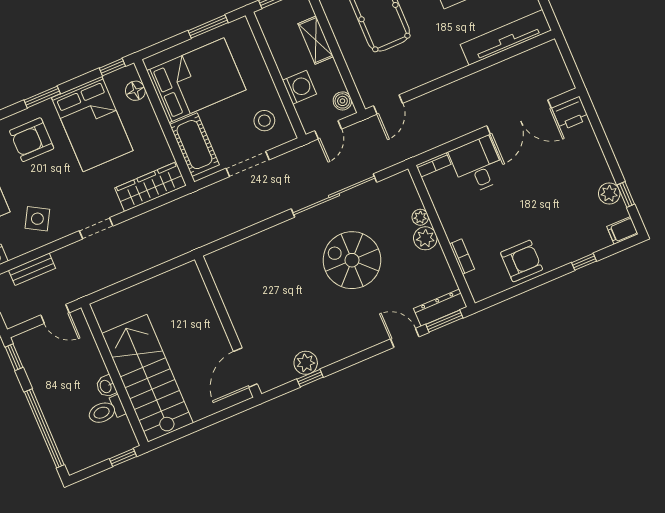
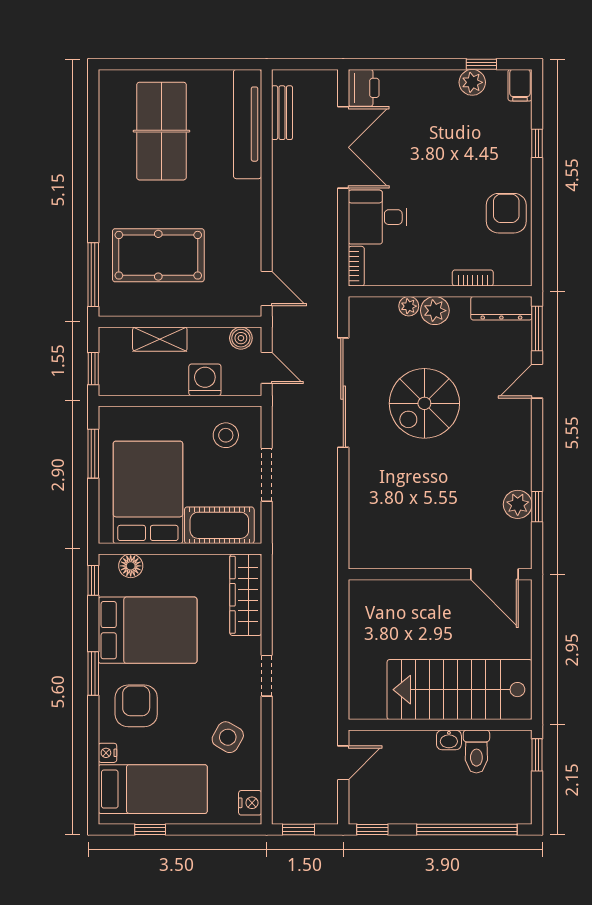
armchair: (32, 140) -> (136, 706), turned 180
bench: (32, 269) -> (282, 113), moved
dresser: (440, 308) -> (501, 308), moved, turned -90

